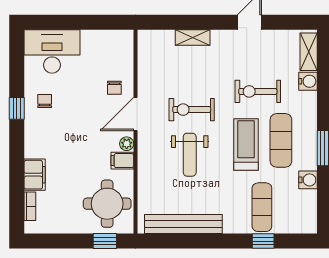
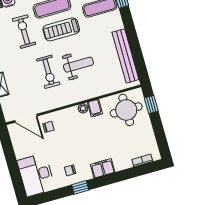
exercise bike: (258, 91) -> (24, 32), turned 180
door: (135, 114) -> (26, 118), moved
filing cabinet: (35, 175) -> (103, 168), moved

